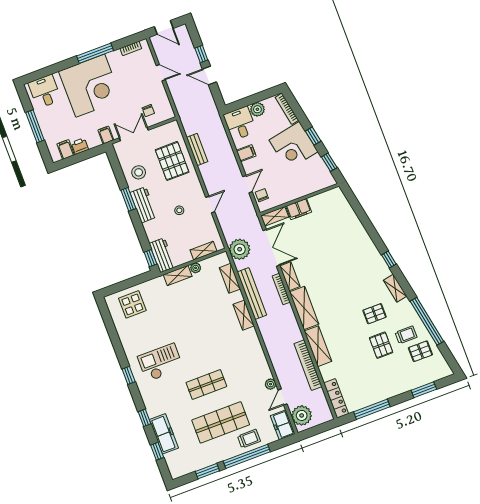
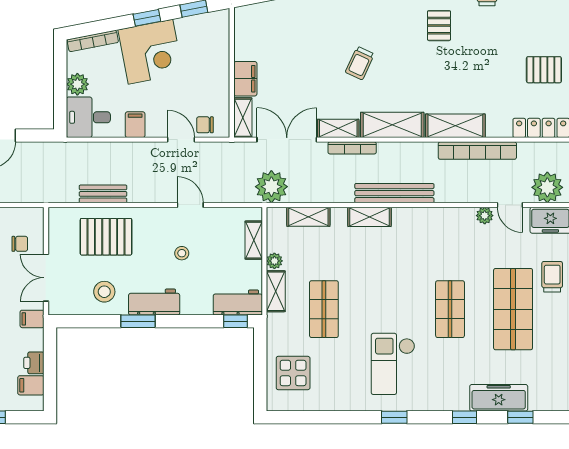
trolley: (334, 274) -> (360, 63), added
bench: (252, 294) -> (394, 193), moved
shop shelf: (178, 309) -> (324, 309), added
pallet: (381, 345) -> (544, 70), moved

